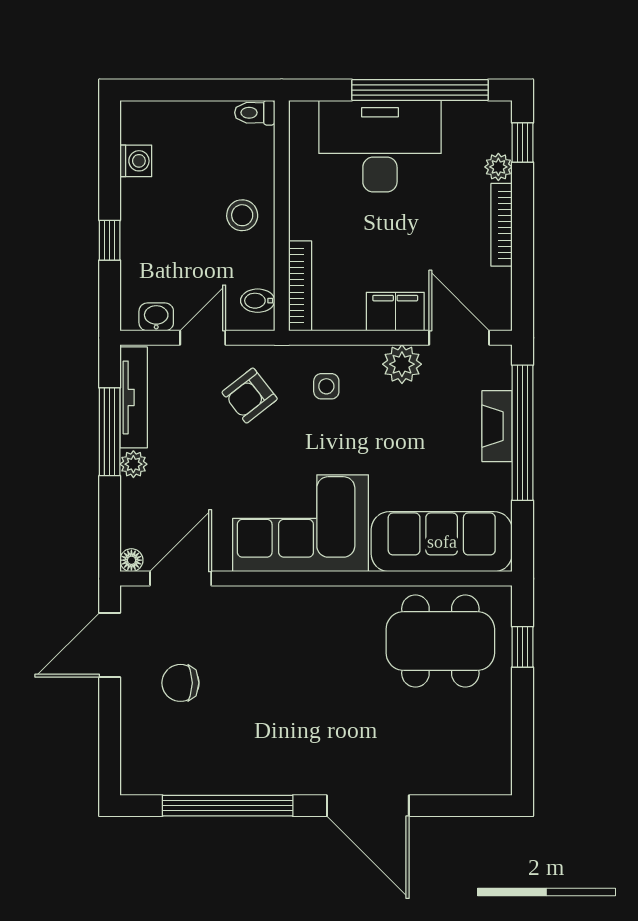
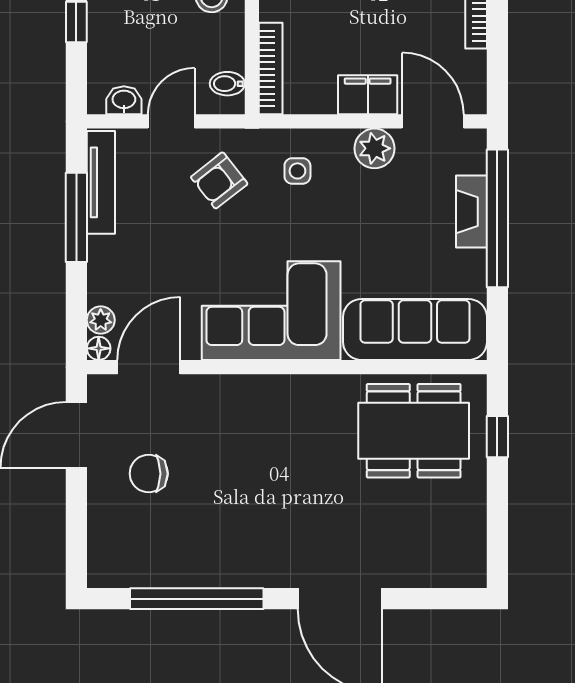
plant: (133, 464) -> (101, 320), moved

